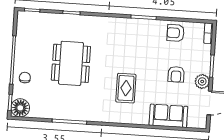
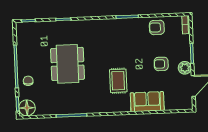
armchair: (176, 74) -> (161, 64), turned 90
sofa: (168, 116) -> (147, 102), moved

